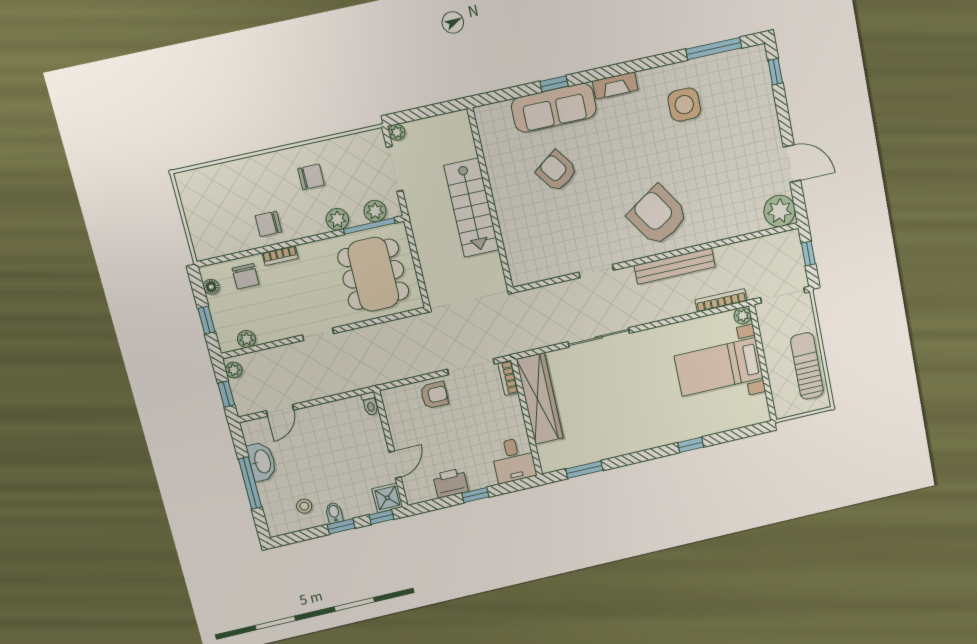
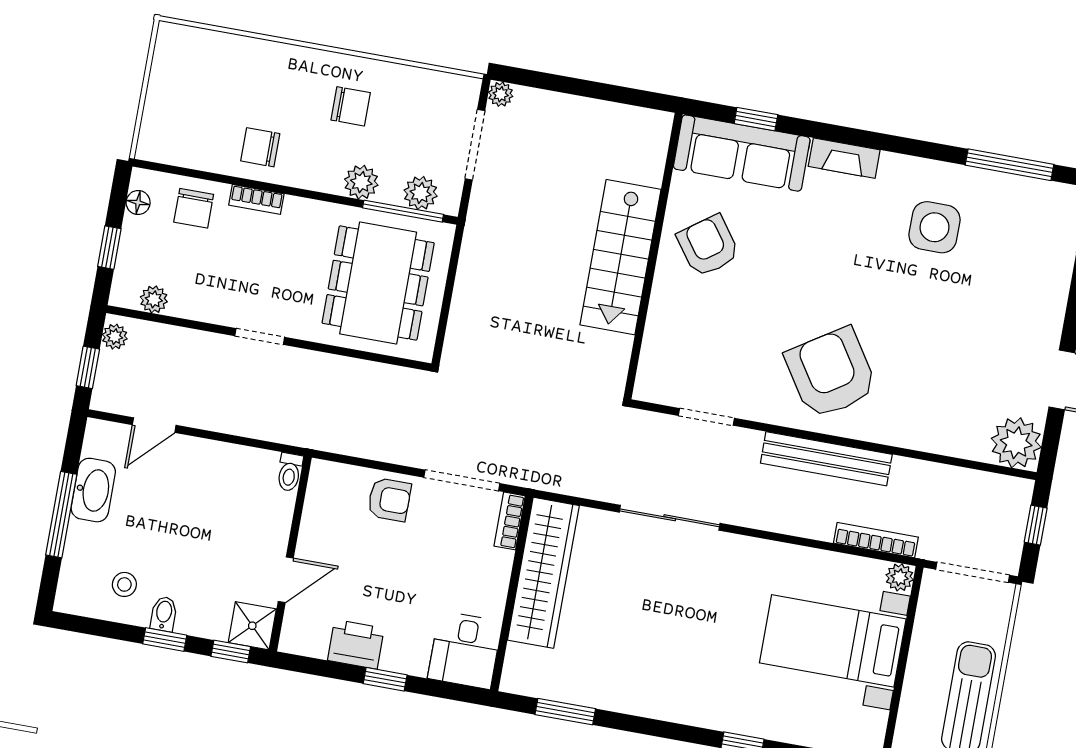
wall: (490, 199) -> (653, 256), moved
stairs: (471, 208) -> (620, 257), moved

